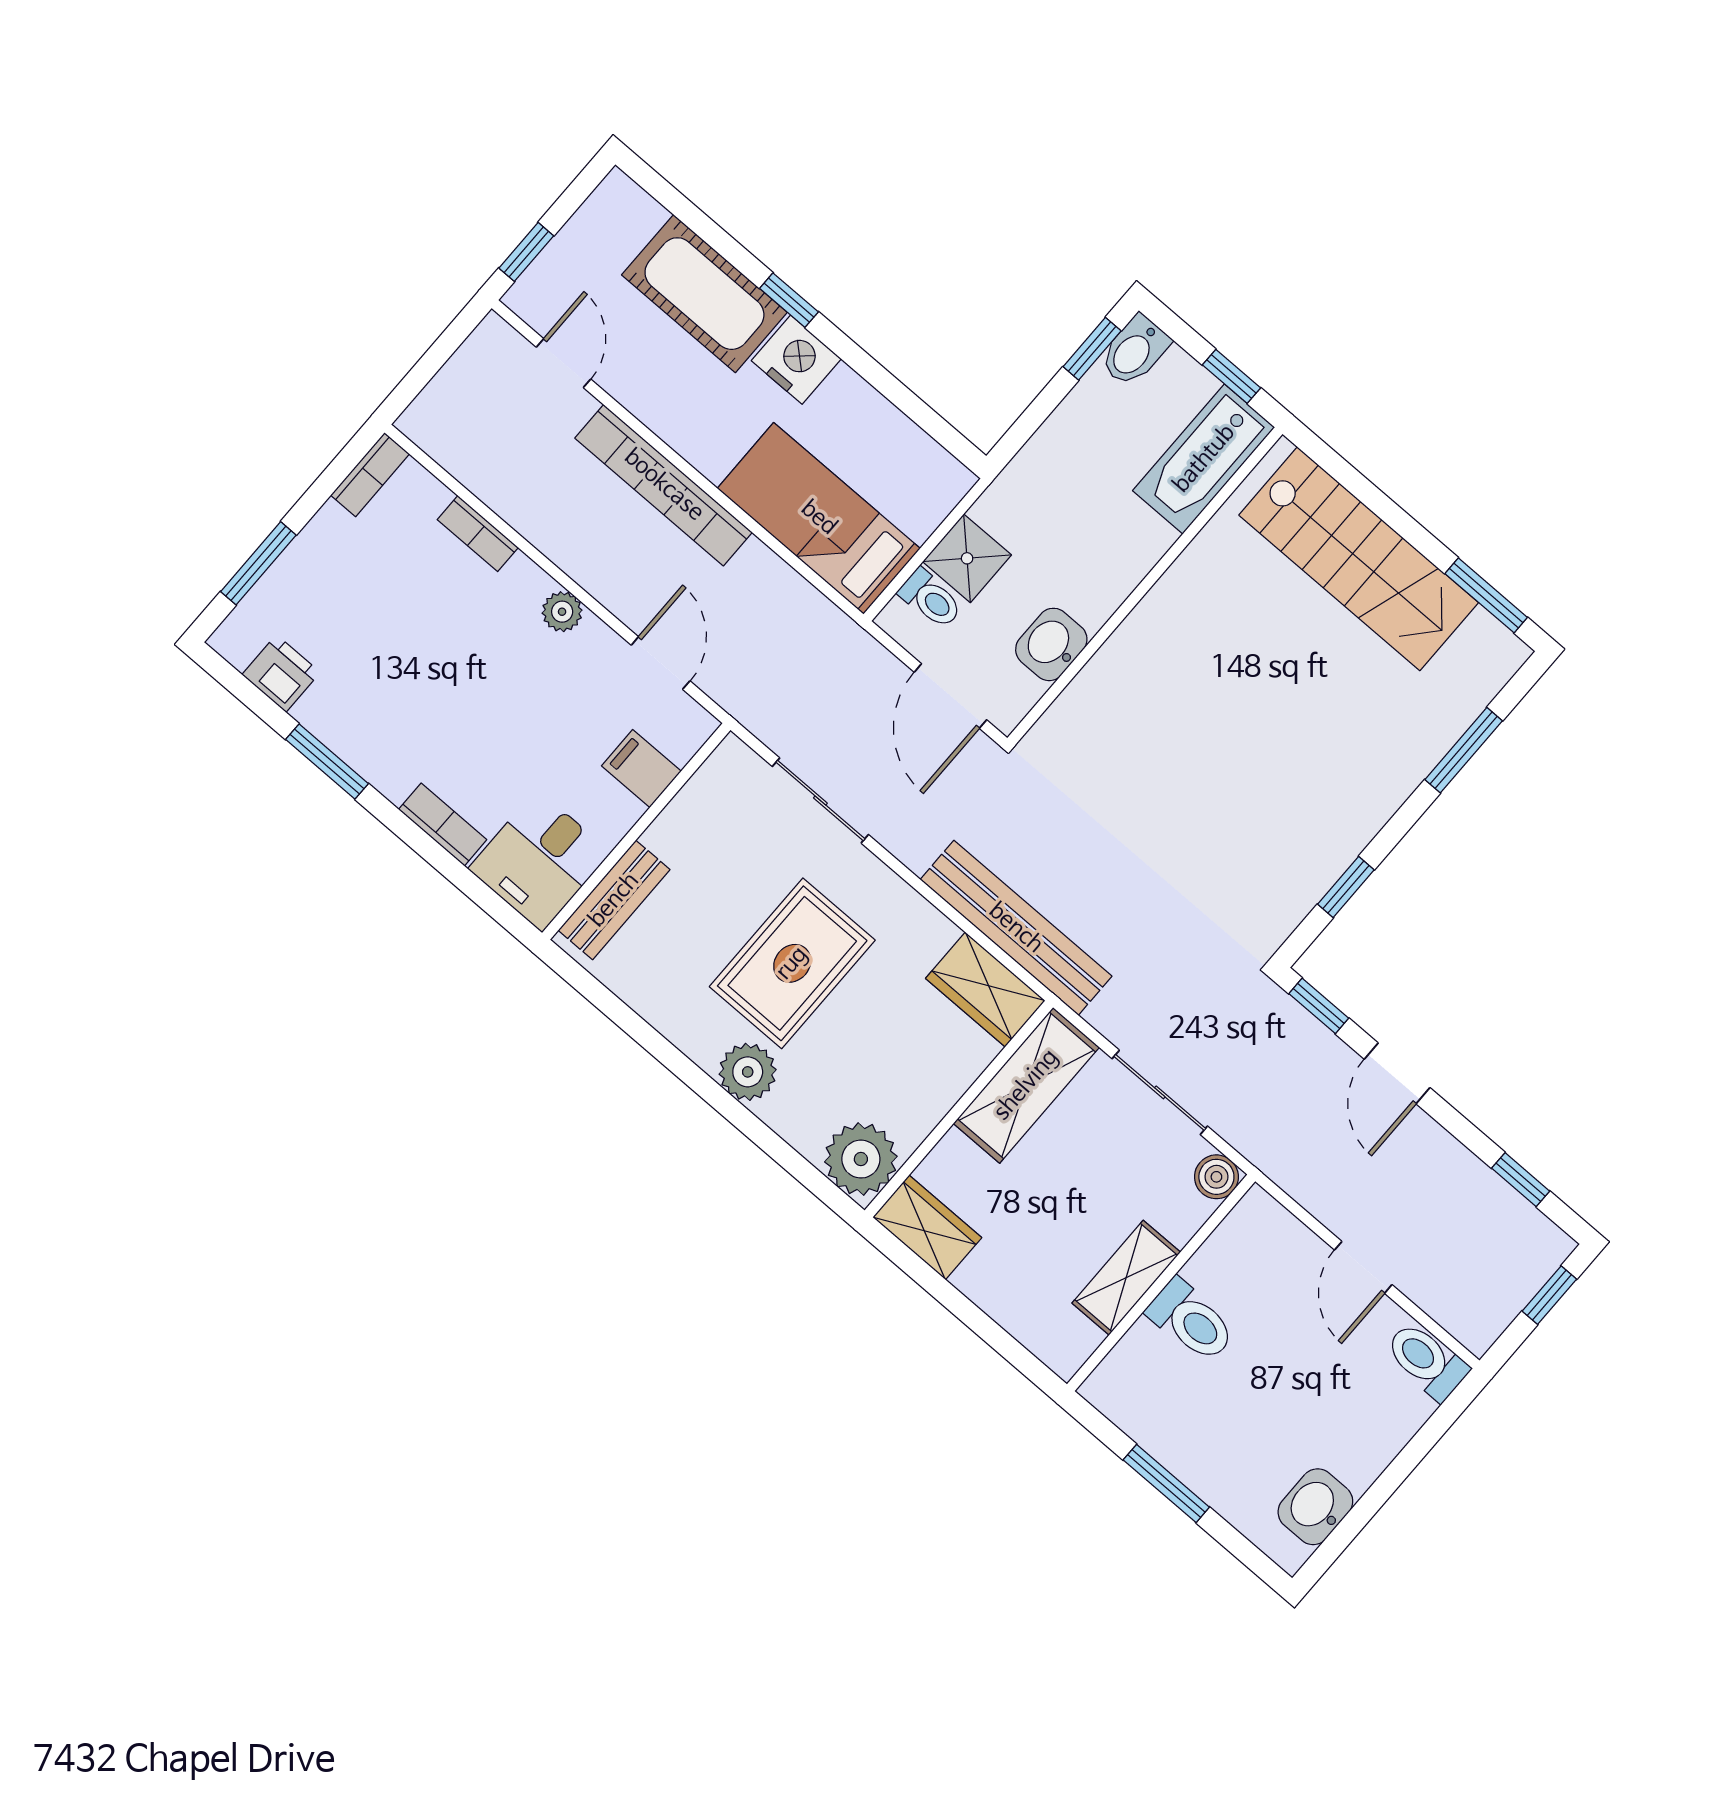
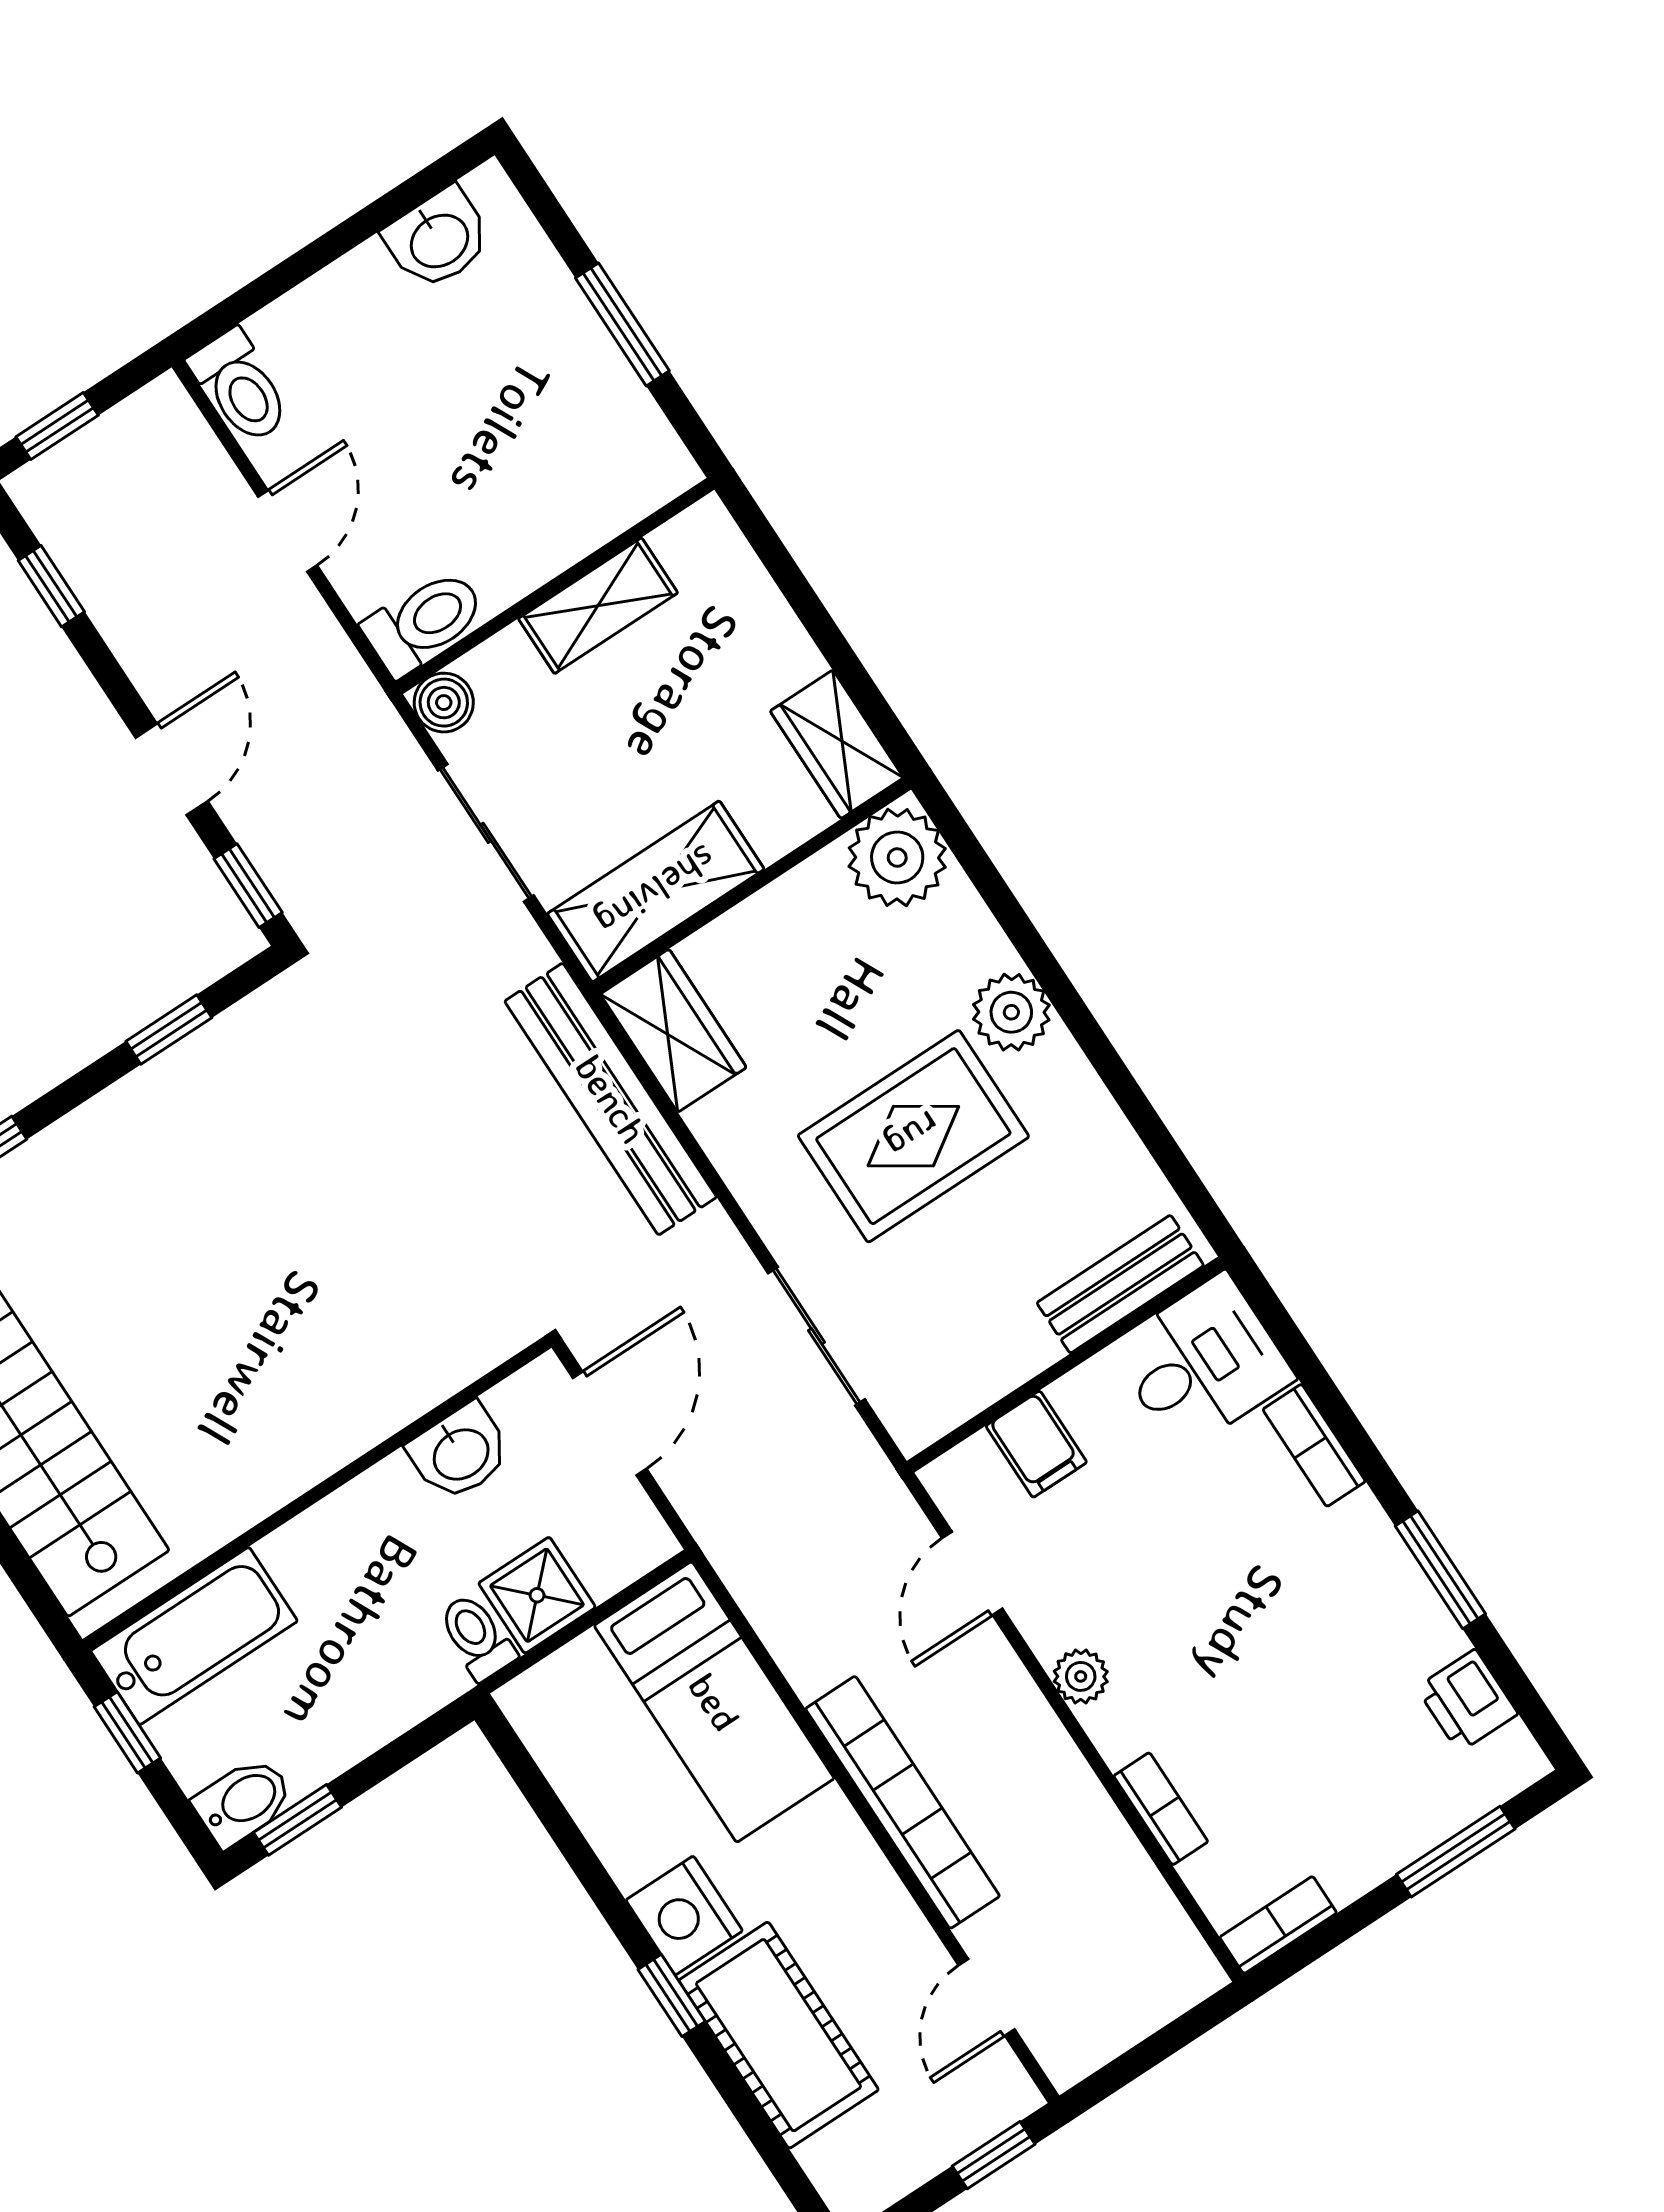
toilet: (931, 599) -> (477, 1637), moved
toilet: (1191, 1321) -> (424, 622), moved, turned 90

